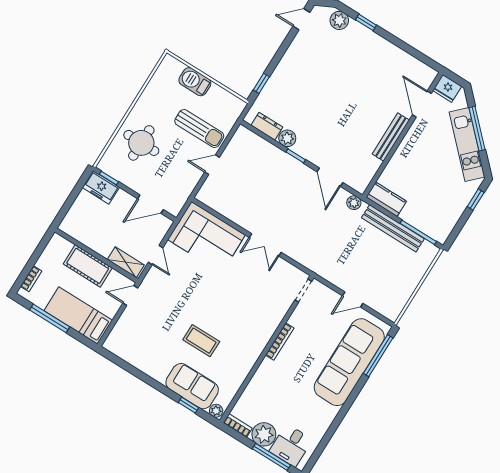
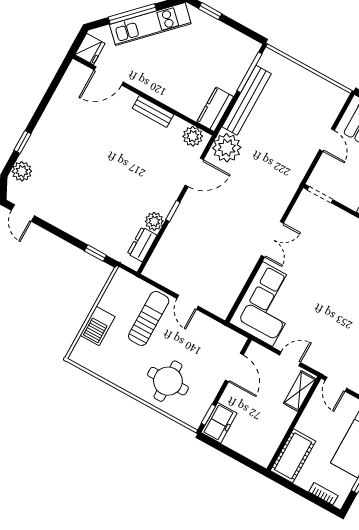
bench: (391, 137) -> (153, 111), width x0.73
plant: (363, 178) -> (193, 136), added
plant: (354, 203) -> (227, 148), width x1.88, depth x1.88
cot: (88, 266) -> (293, 456), moved

